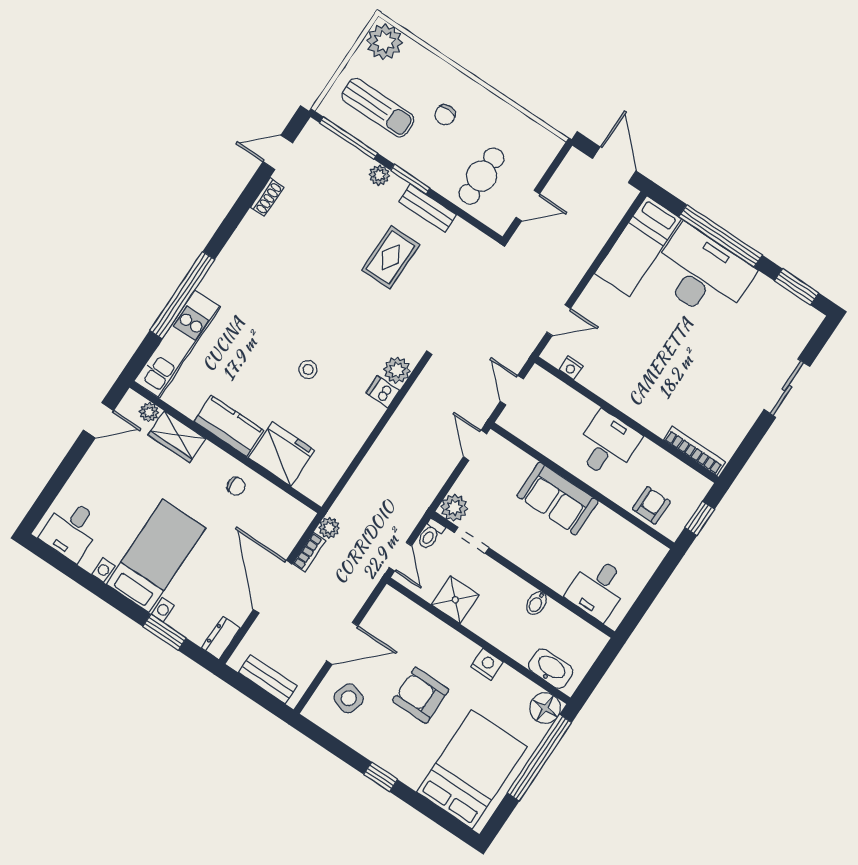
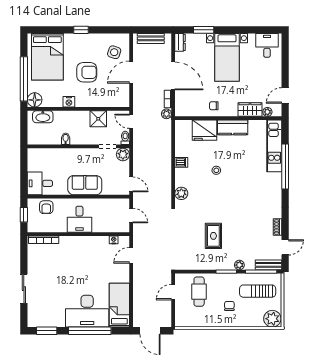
bench: (428, 208) -> (268, 265), moved
dishwasher: (383, 392) -> (181, 162), moved
desk: (598, 588) -> (40, 183), moved, turned -90

